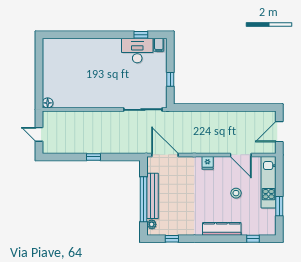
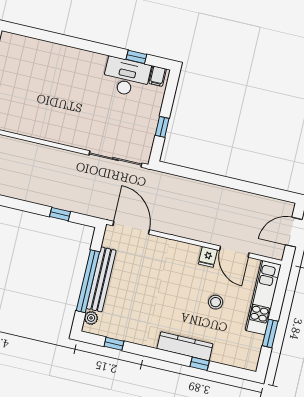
window: (93, 157) -> (60, 214), moved
fridge: (208, 163) -> (208, 257), moved
window: (253, 239) -> (200, 364), moved

